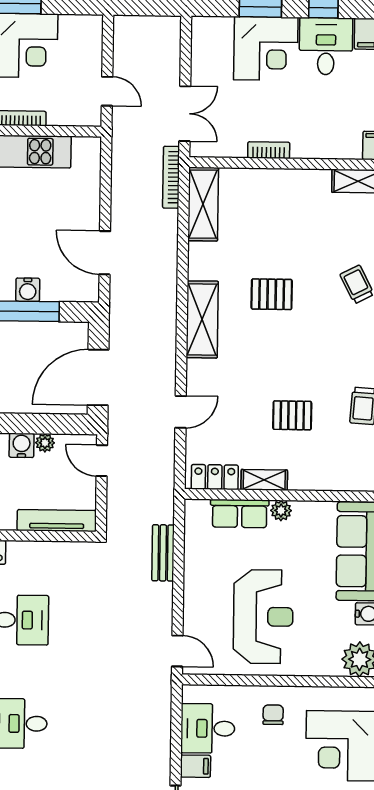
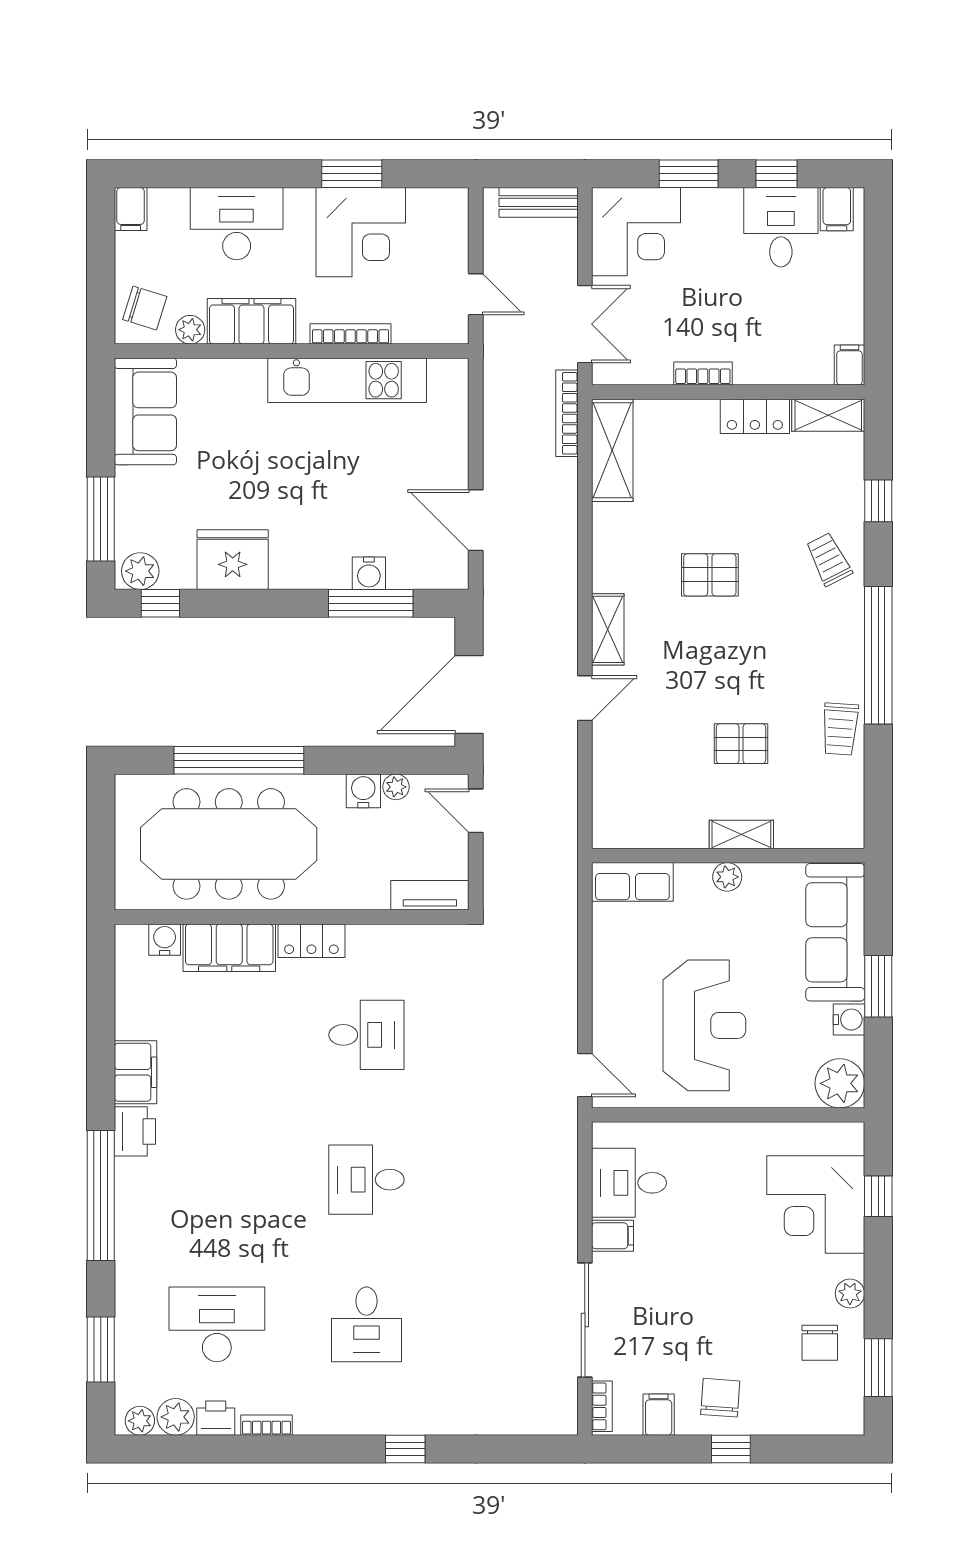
corner desk: (266, 49) -> (636, 232), moved
shelving: (202, 319) -> (608, 629), width x0.67, depth x0.75
door: (181, 412) -> (585, 698), moved
locker: (215, 477) -> (755, 416), moved, turned 180
shelving: (264, 480) -> (741, 834), moved
row of seats: (240, 514) -> (632, 882), moved
tv unit: (57, 521) -> (430, 895), width x0.71
bench: (163, 553) -> (539, 202), moved, turned 90
chair: (273, 715) -> (720, 1162), removed

